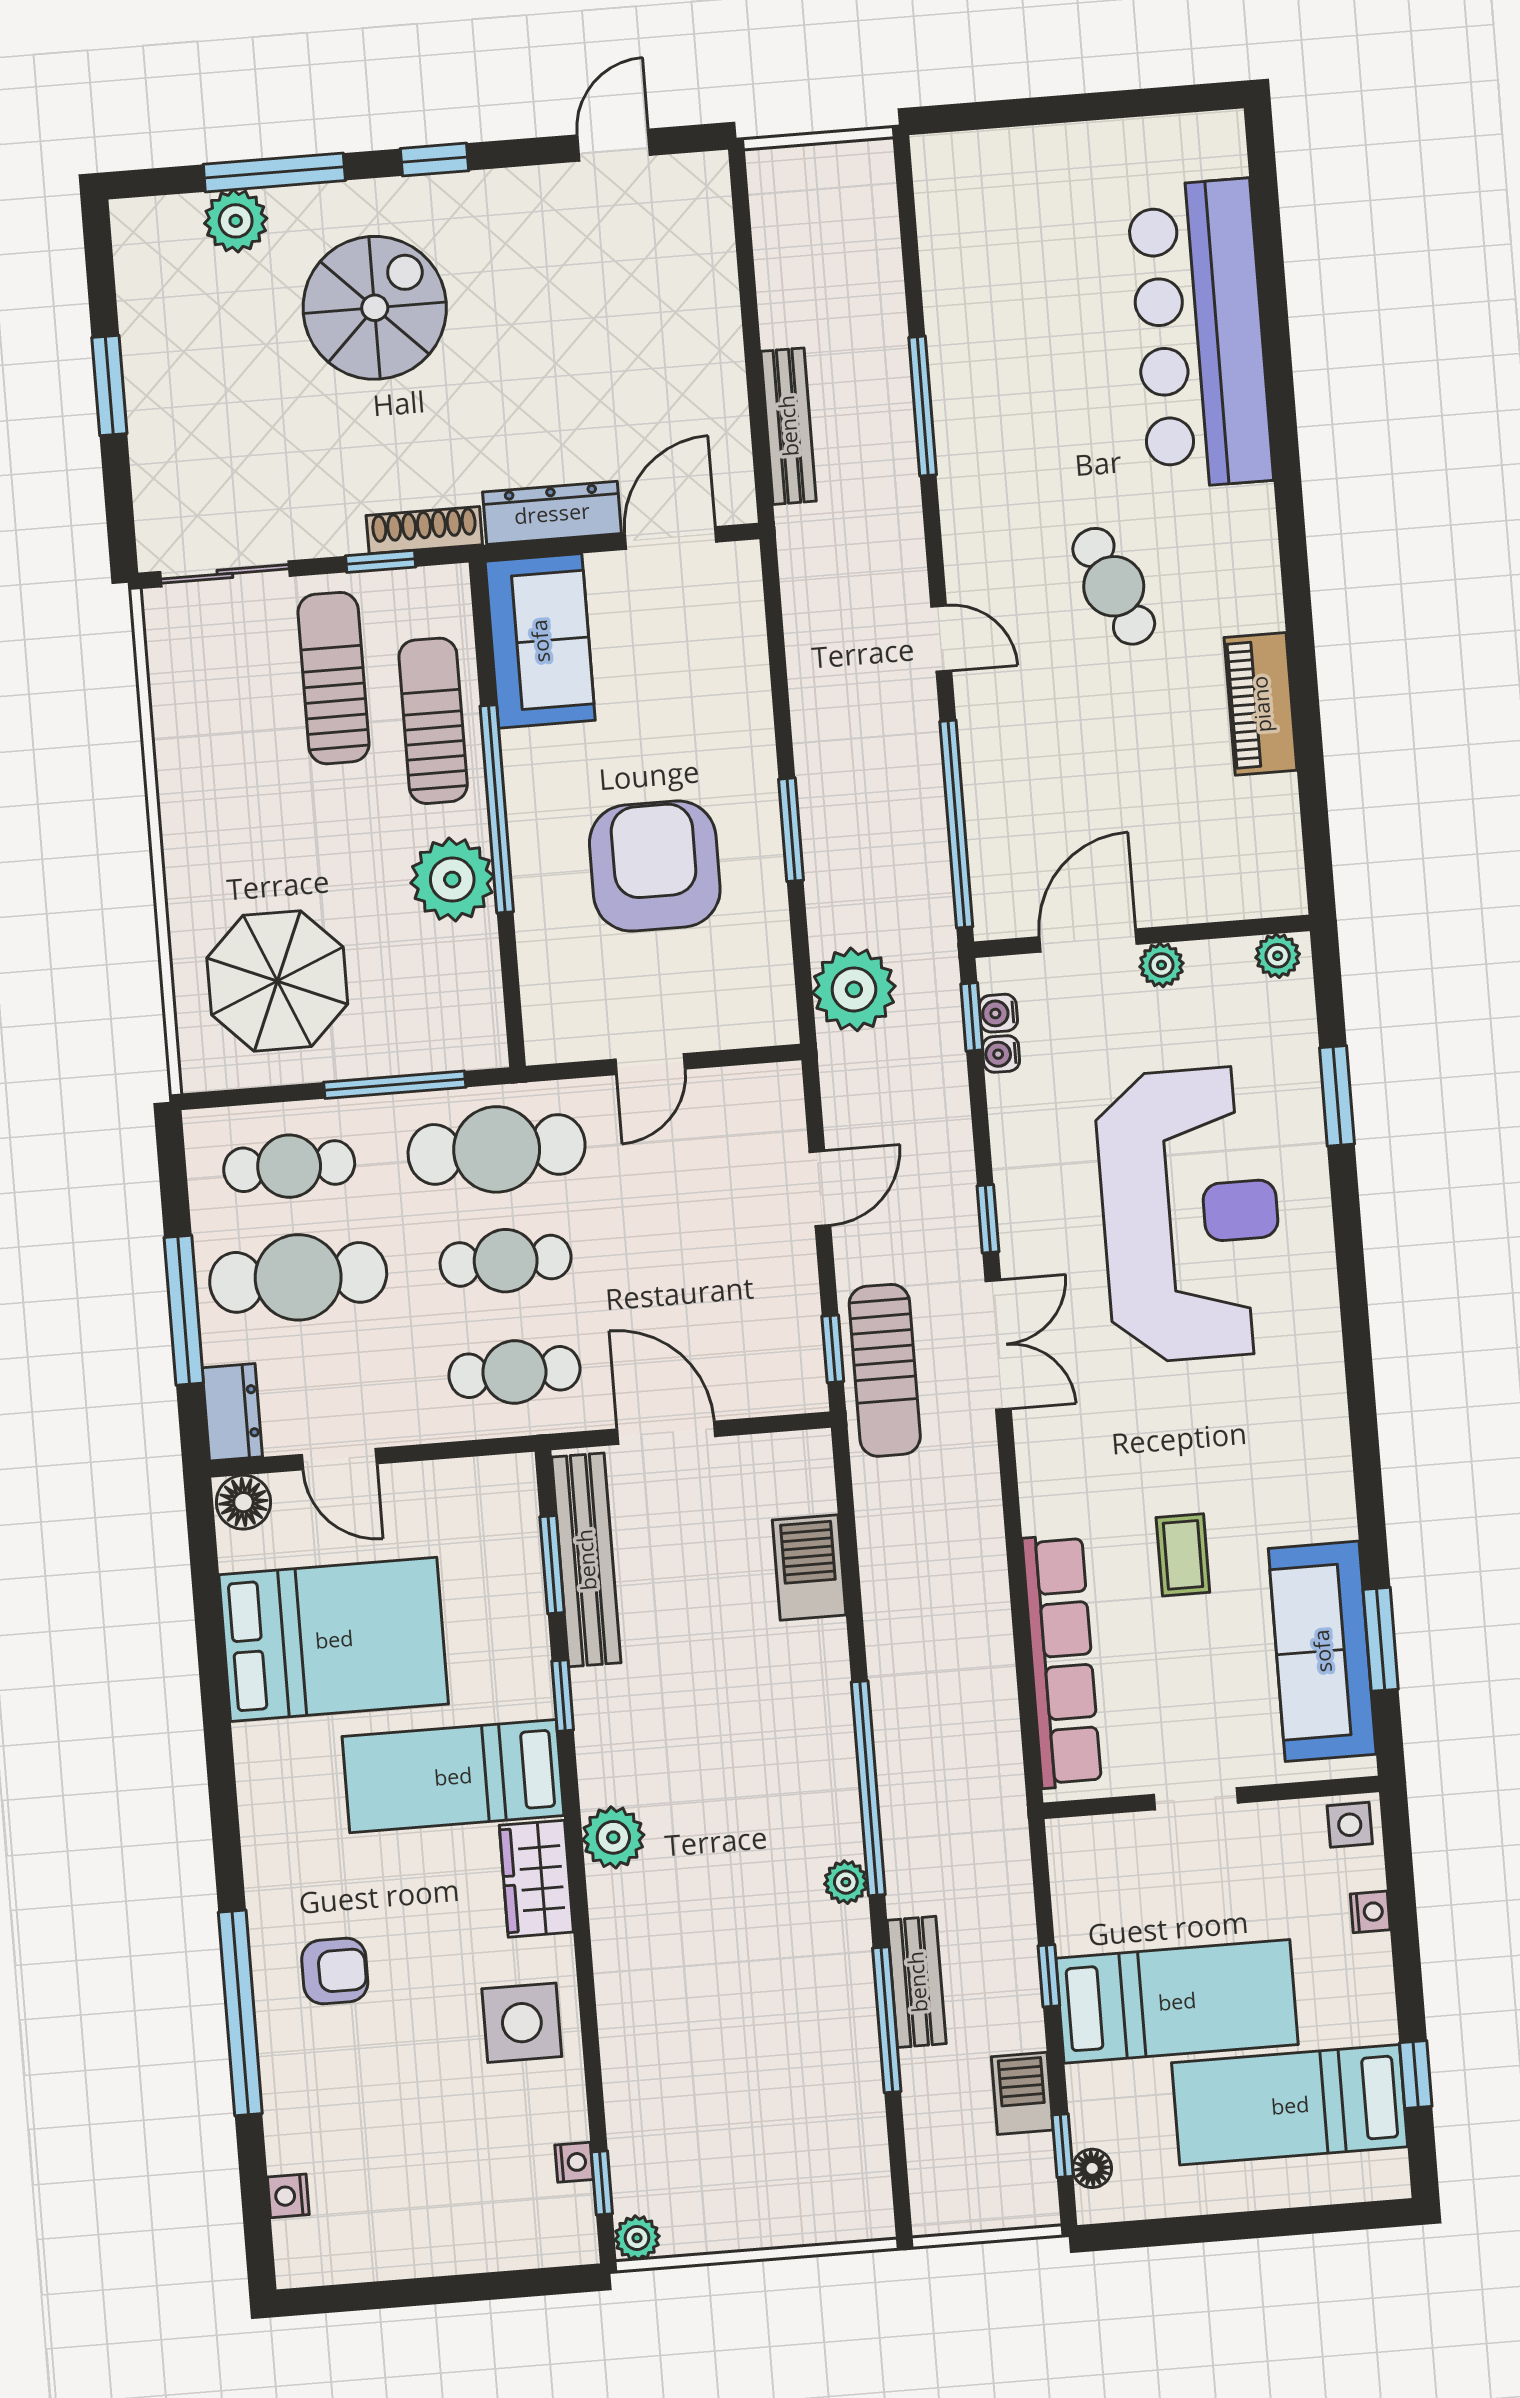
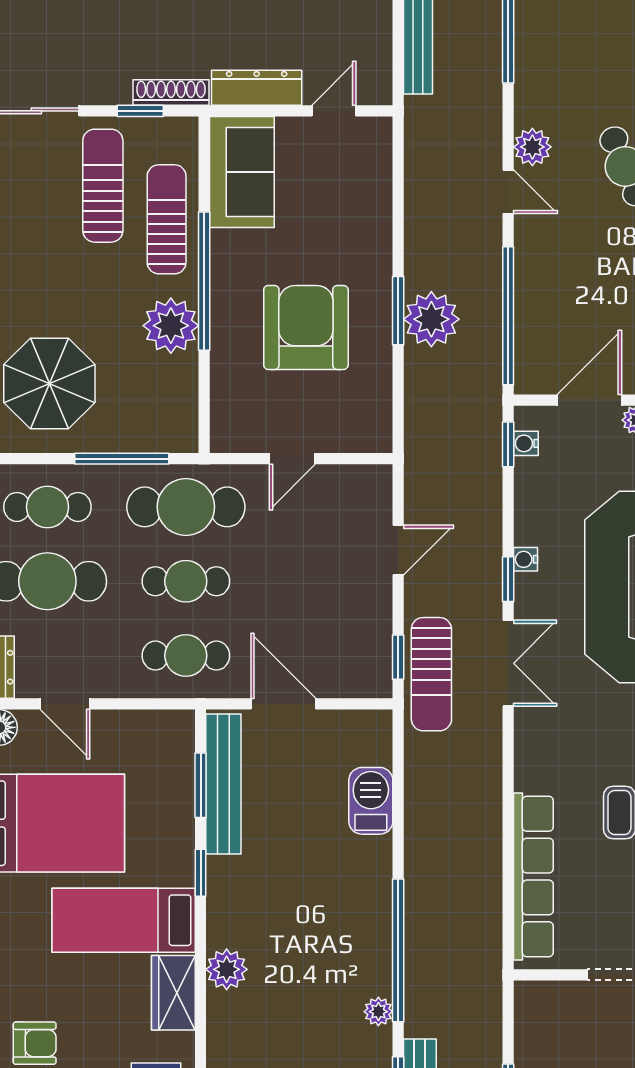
door: (671, 538) -> (334, 111), width x0.73
plant: (972, 568) -> (532, 147), added
plant: (854, 989) -> (431, 319), moved
water cooler: (1001, 1054) -> (525, 559), moved

